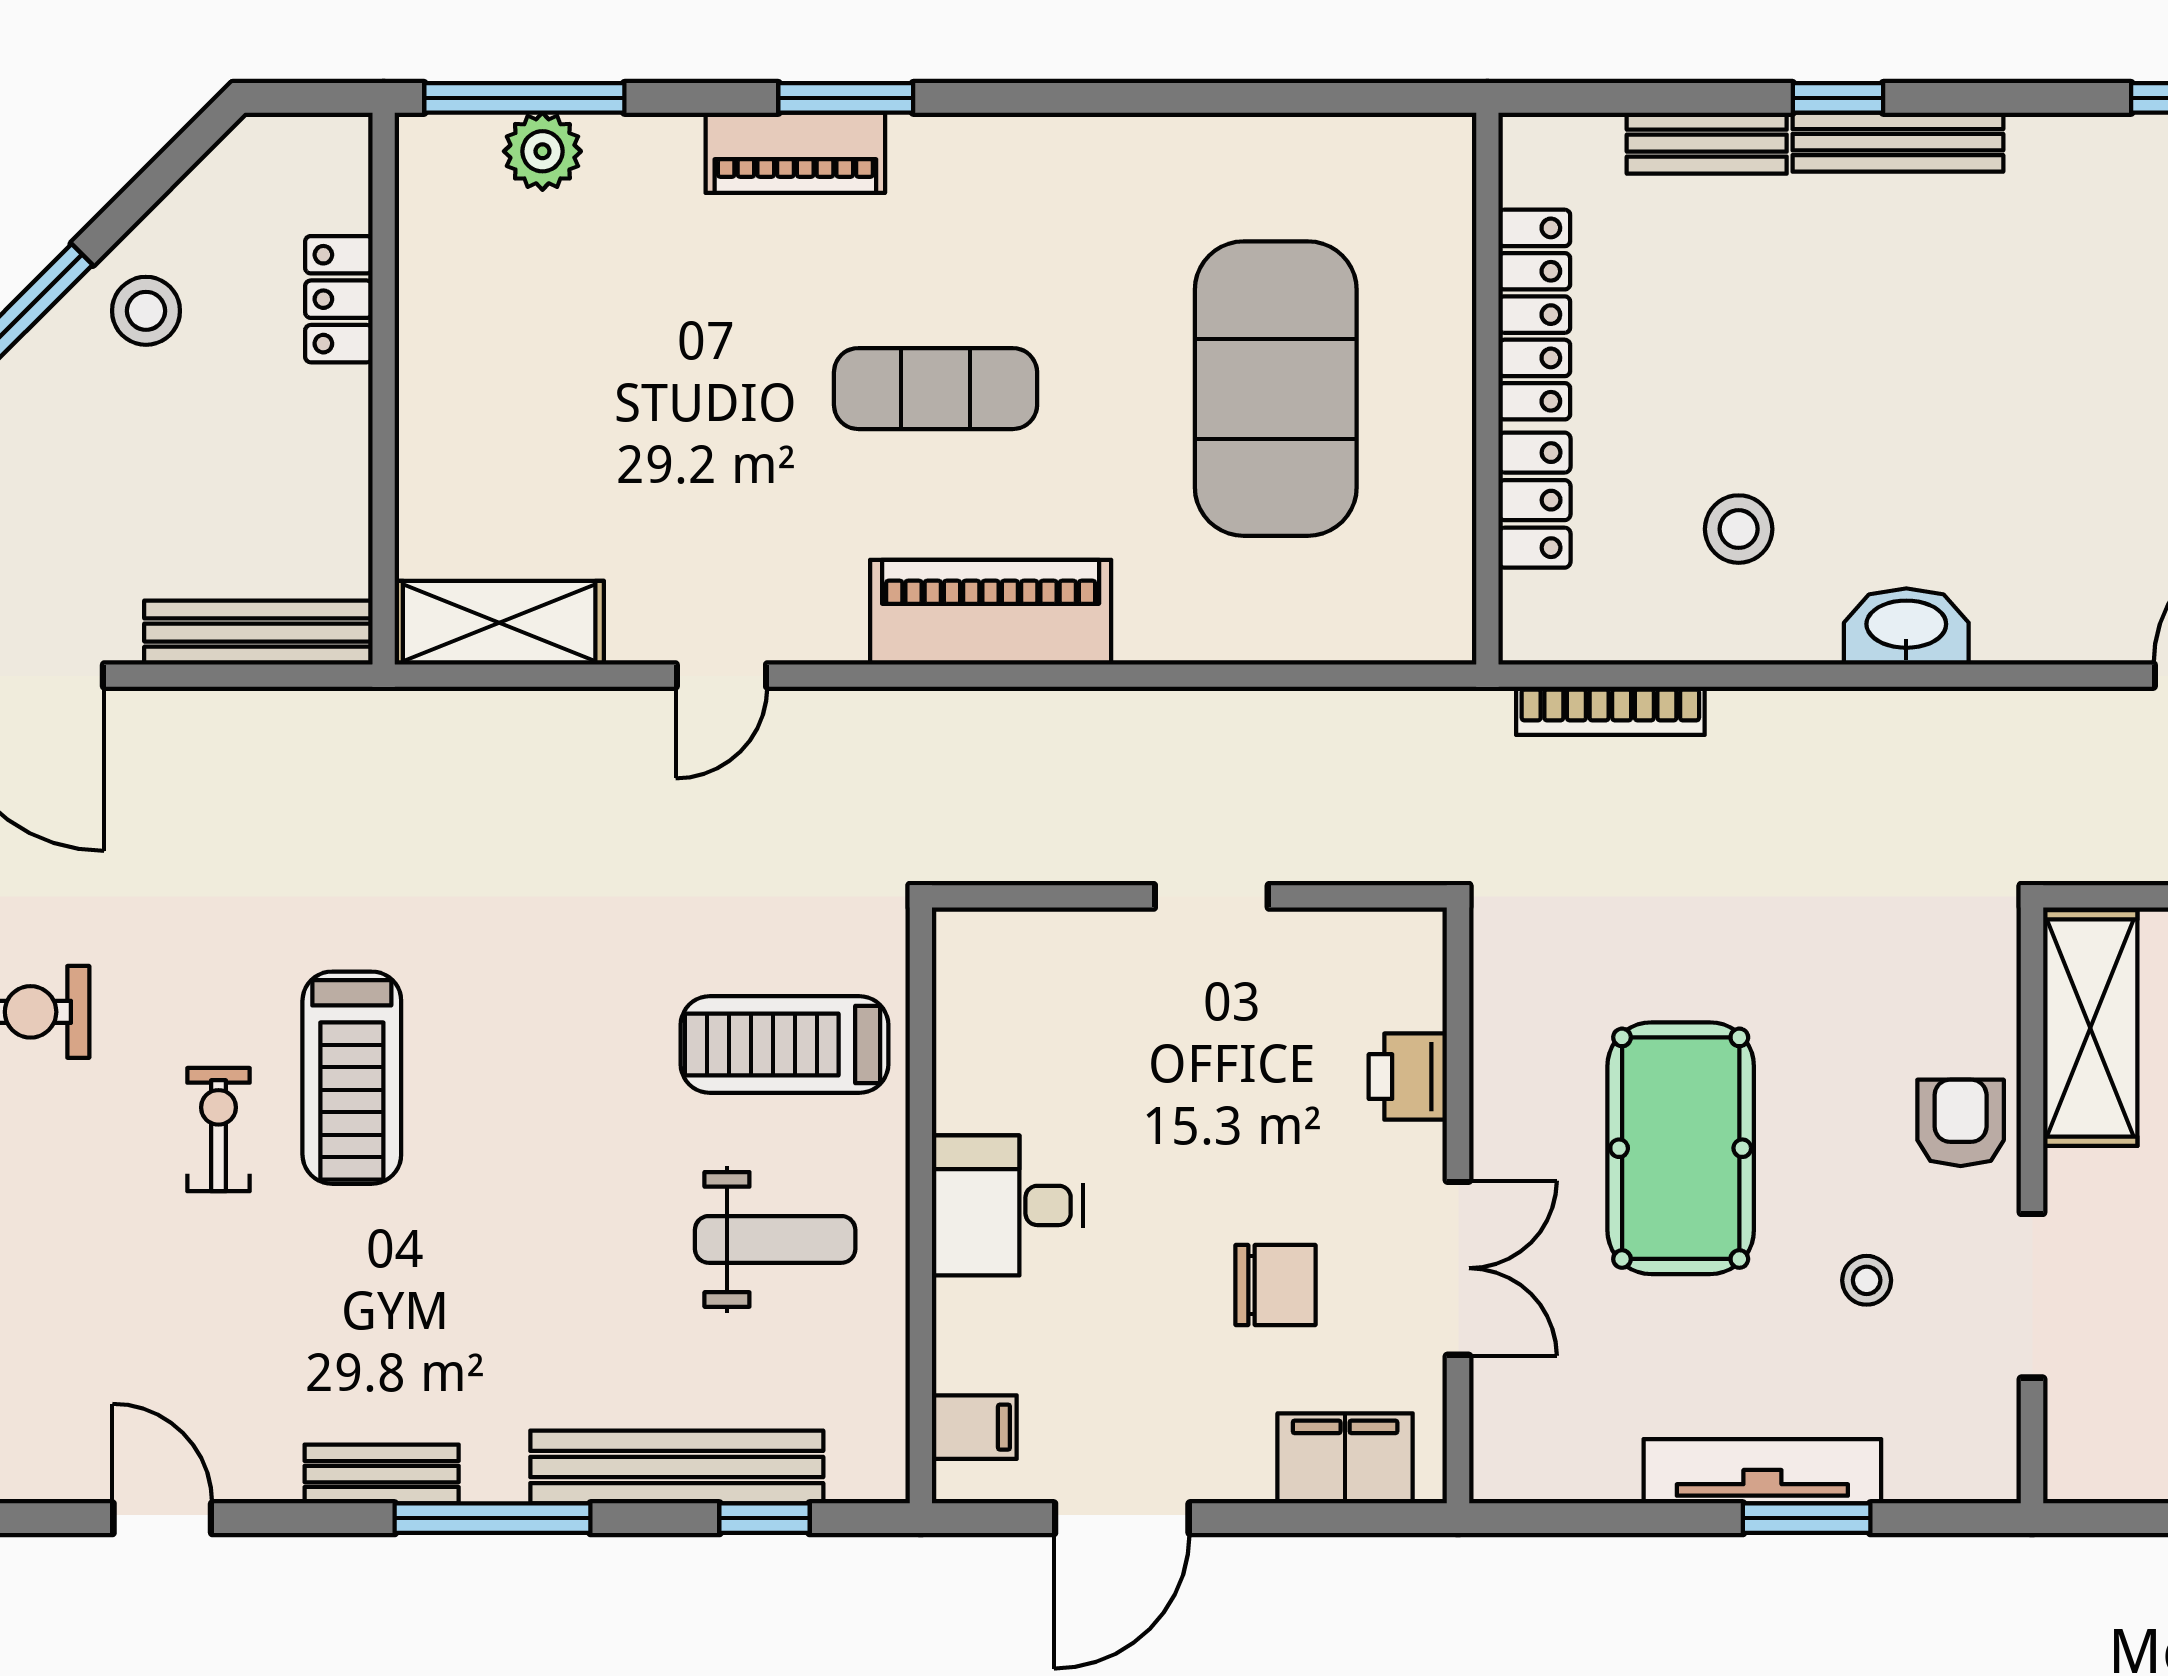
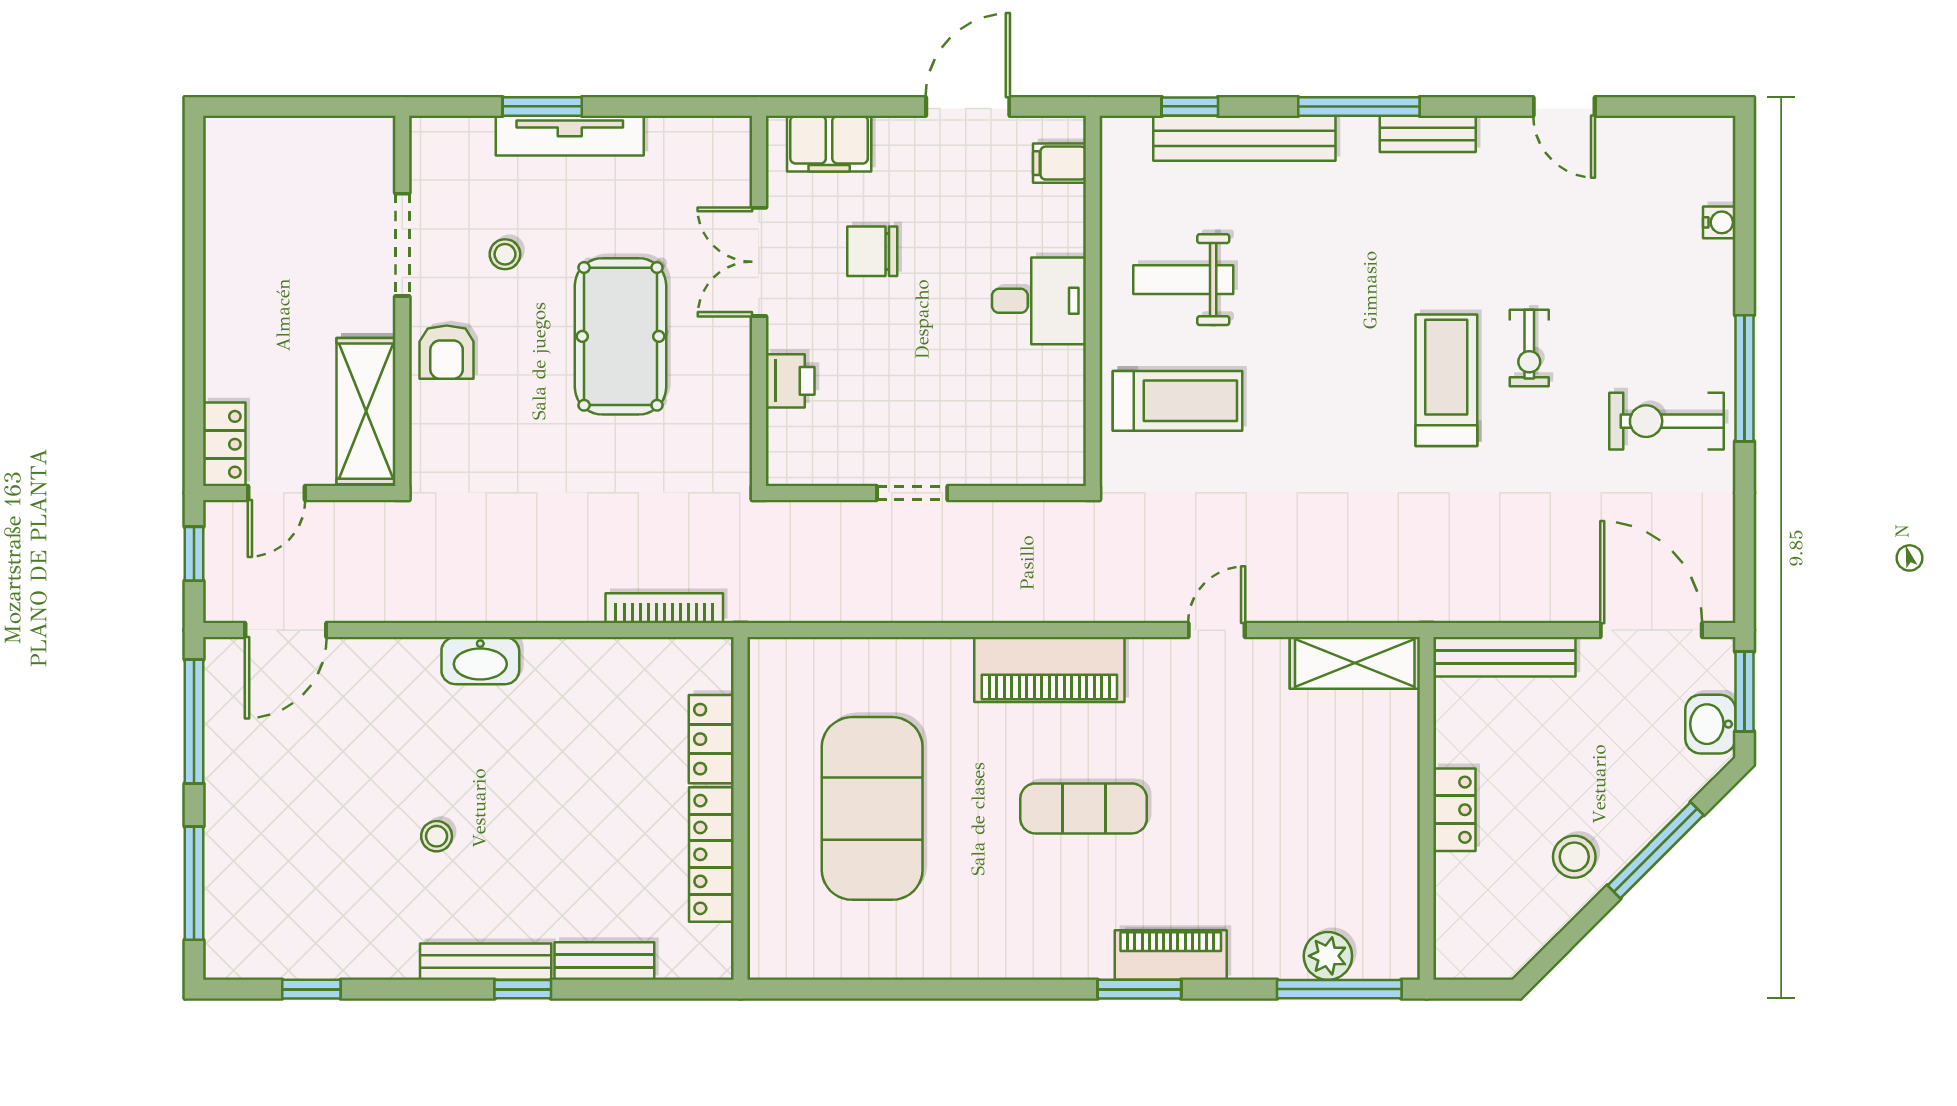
locker: (339, 299) -> (1454, 810), moved
stool: (1739, 529) -> (437, 836), moved, width x0.73, depth x0.73

